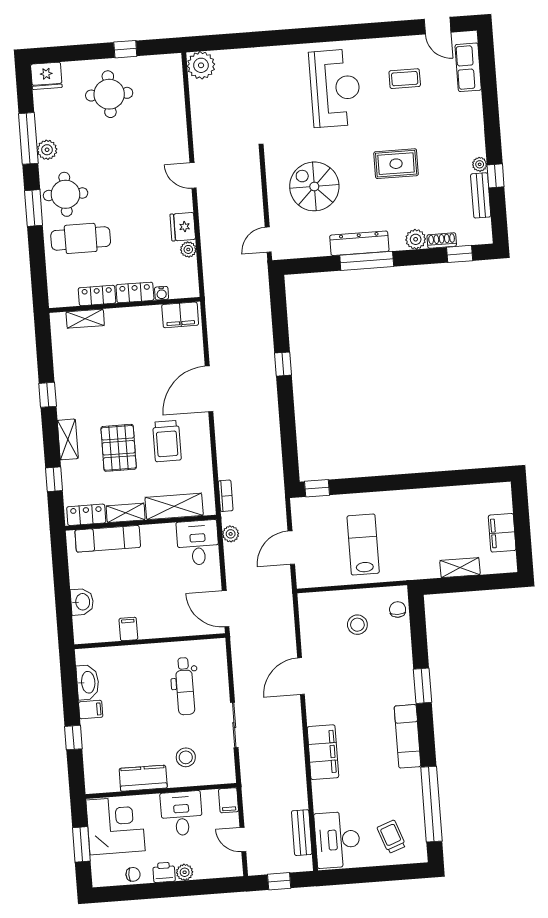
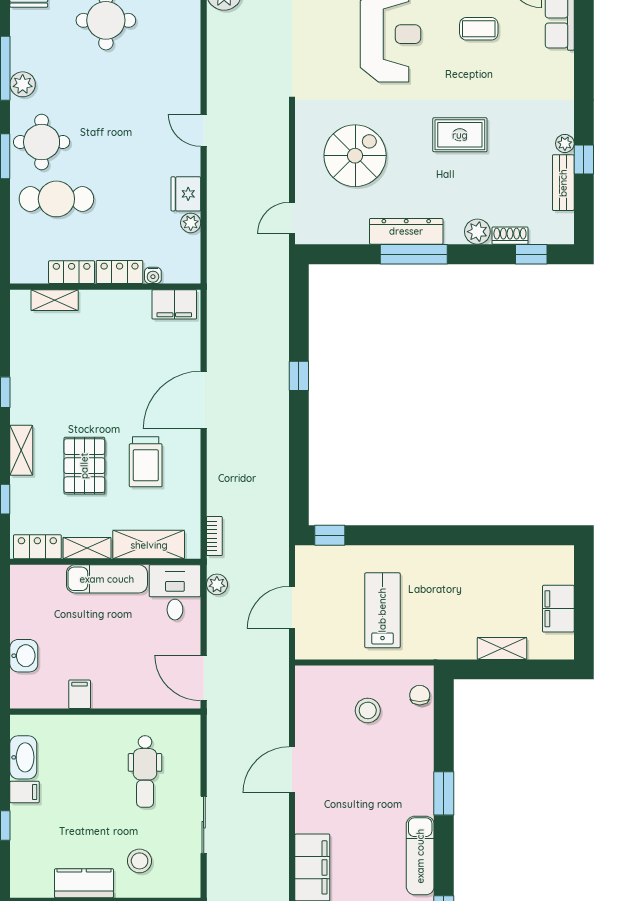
spiral stairs: (314, 186) -> (355, 156), turned 90
exam couch: (108, 539) -> (107, 579), moved

